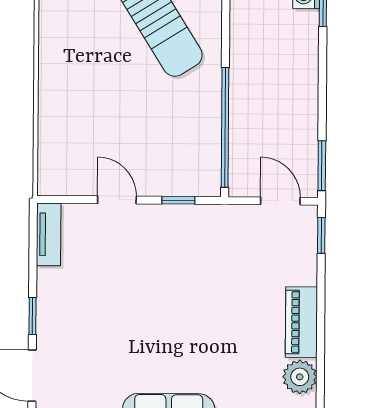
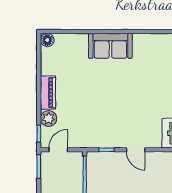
door: (280, 201) -> (58, 150), swing flipped
plant: (300, 377) -> (49, 119), moved

